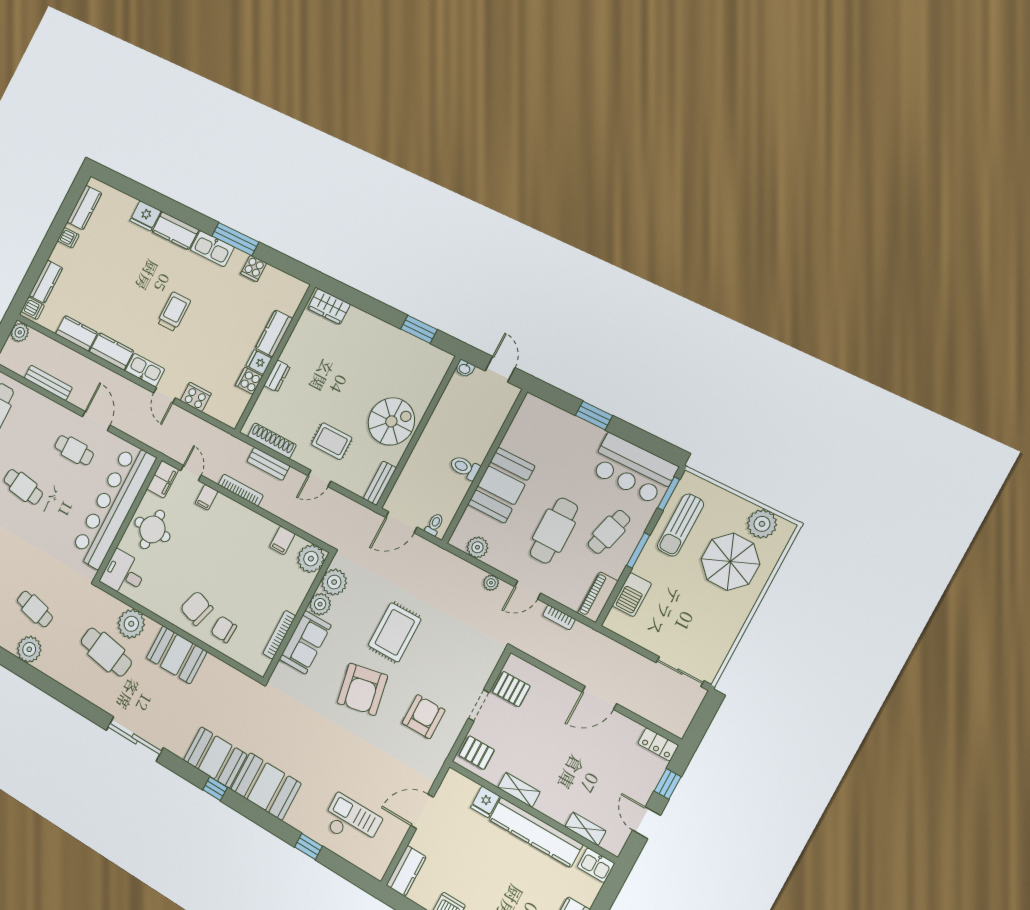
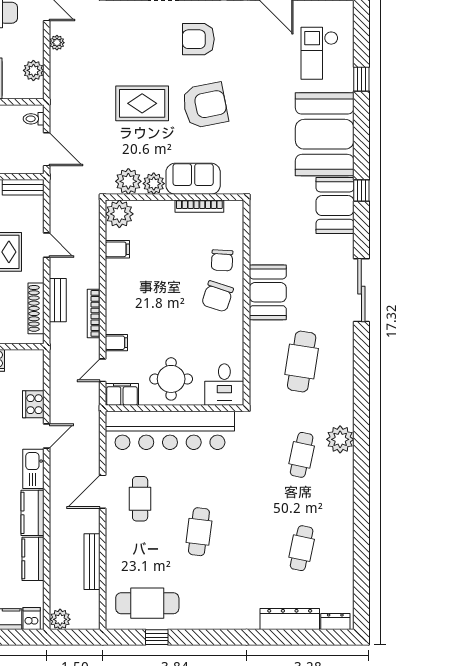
plant: (131, 624) -> (264, 351), removed
booth: (266, 786) -> (325, 134), width x1.36, depth x1.42

